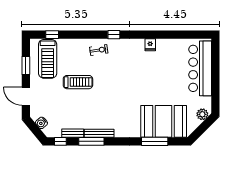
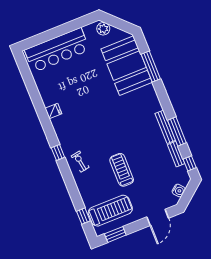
window: (26, 65) -> (115, 234), moved

